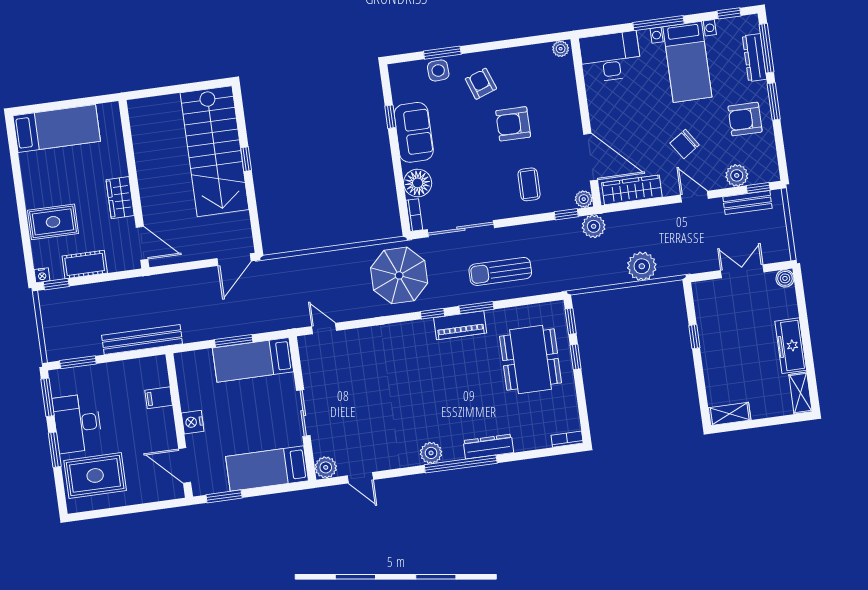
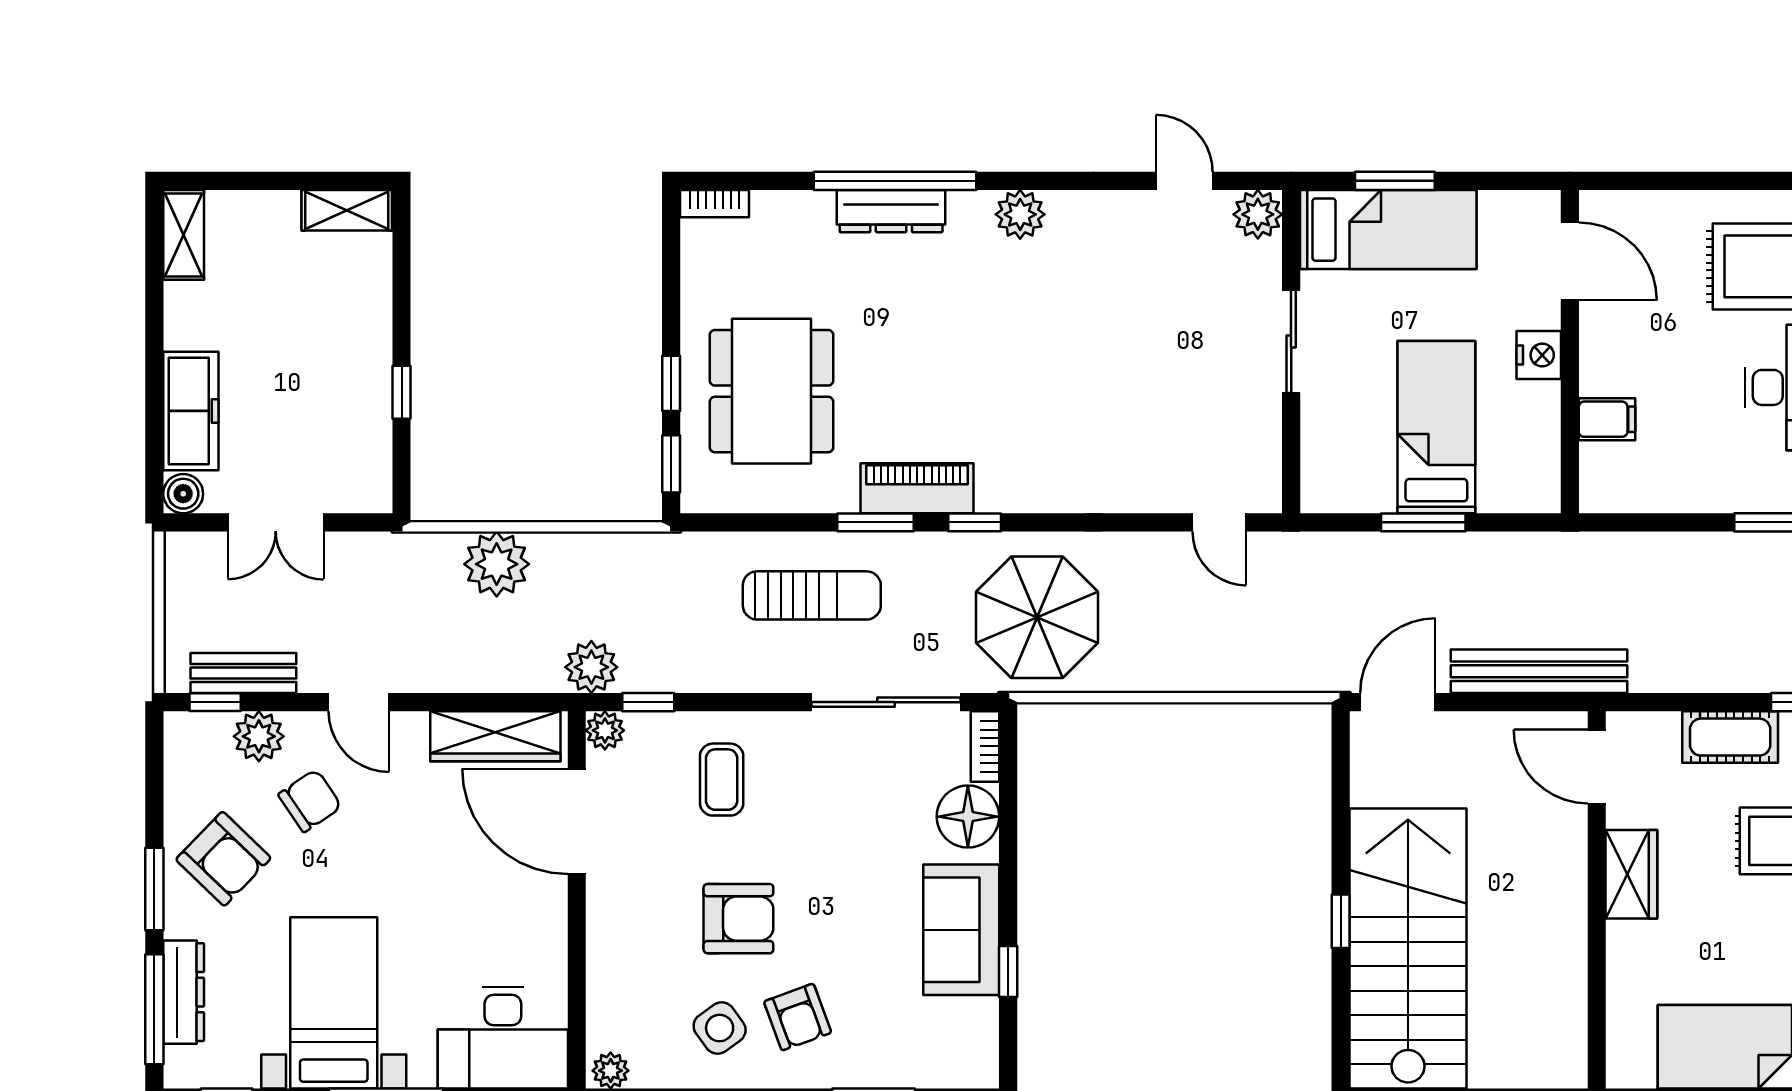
side table: (438, 70) -> (720, 1028), moved, turned -33
armchair: (745, 119) -> (223, 859), turned 44
chair: (685, 144) -> (310, 801), moved
bench: (142, 339) -> (1539, 671), moved
freezer: (791, 346) -> (191, 411), moved
bed: (253, 360) -> (1436, 427), moved, turned -90
window: (461, 464) -> (895, 181), moved
window: (224, 496) -> (1395, 181), moved

